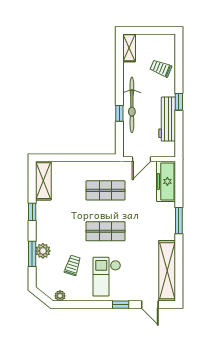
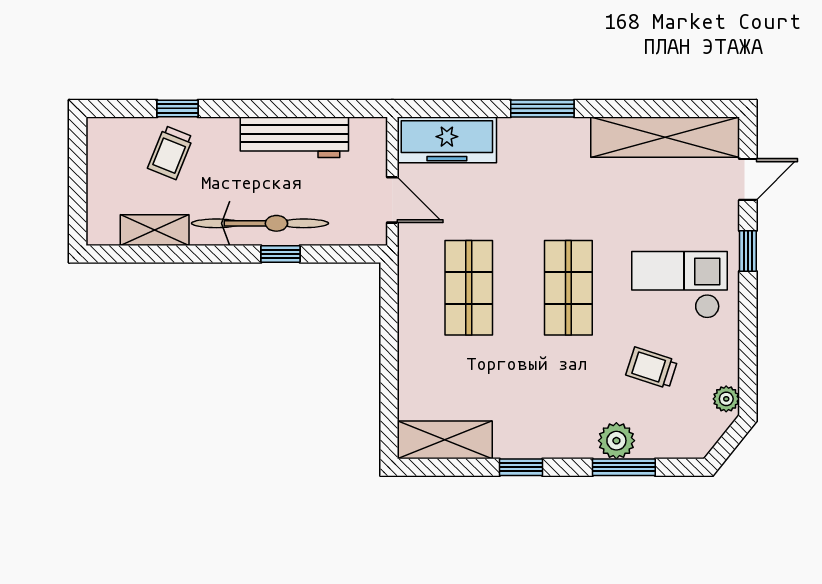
shelving: (129, 48) -> (155, 230), moved
window: (179, 102) -> (178, 108), moved
checkout: (107, 277) -> (680, 285), turned 180

